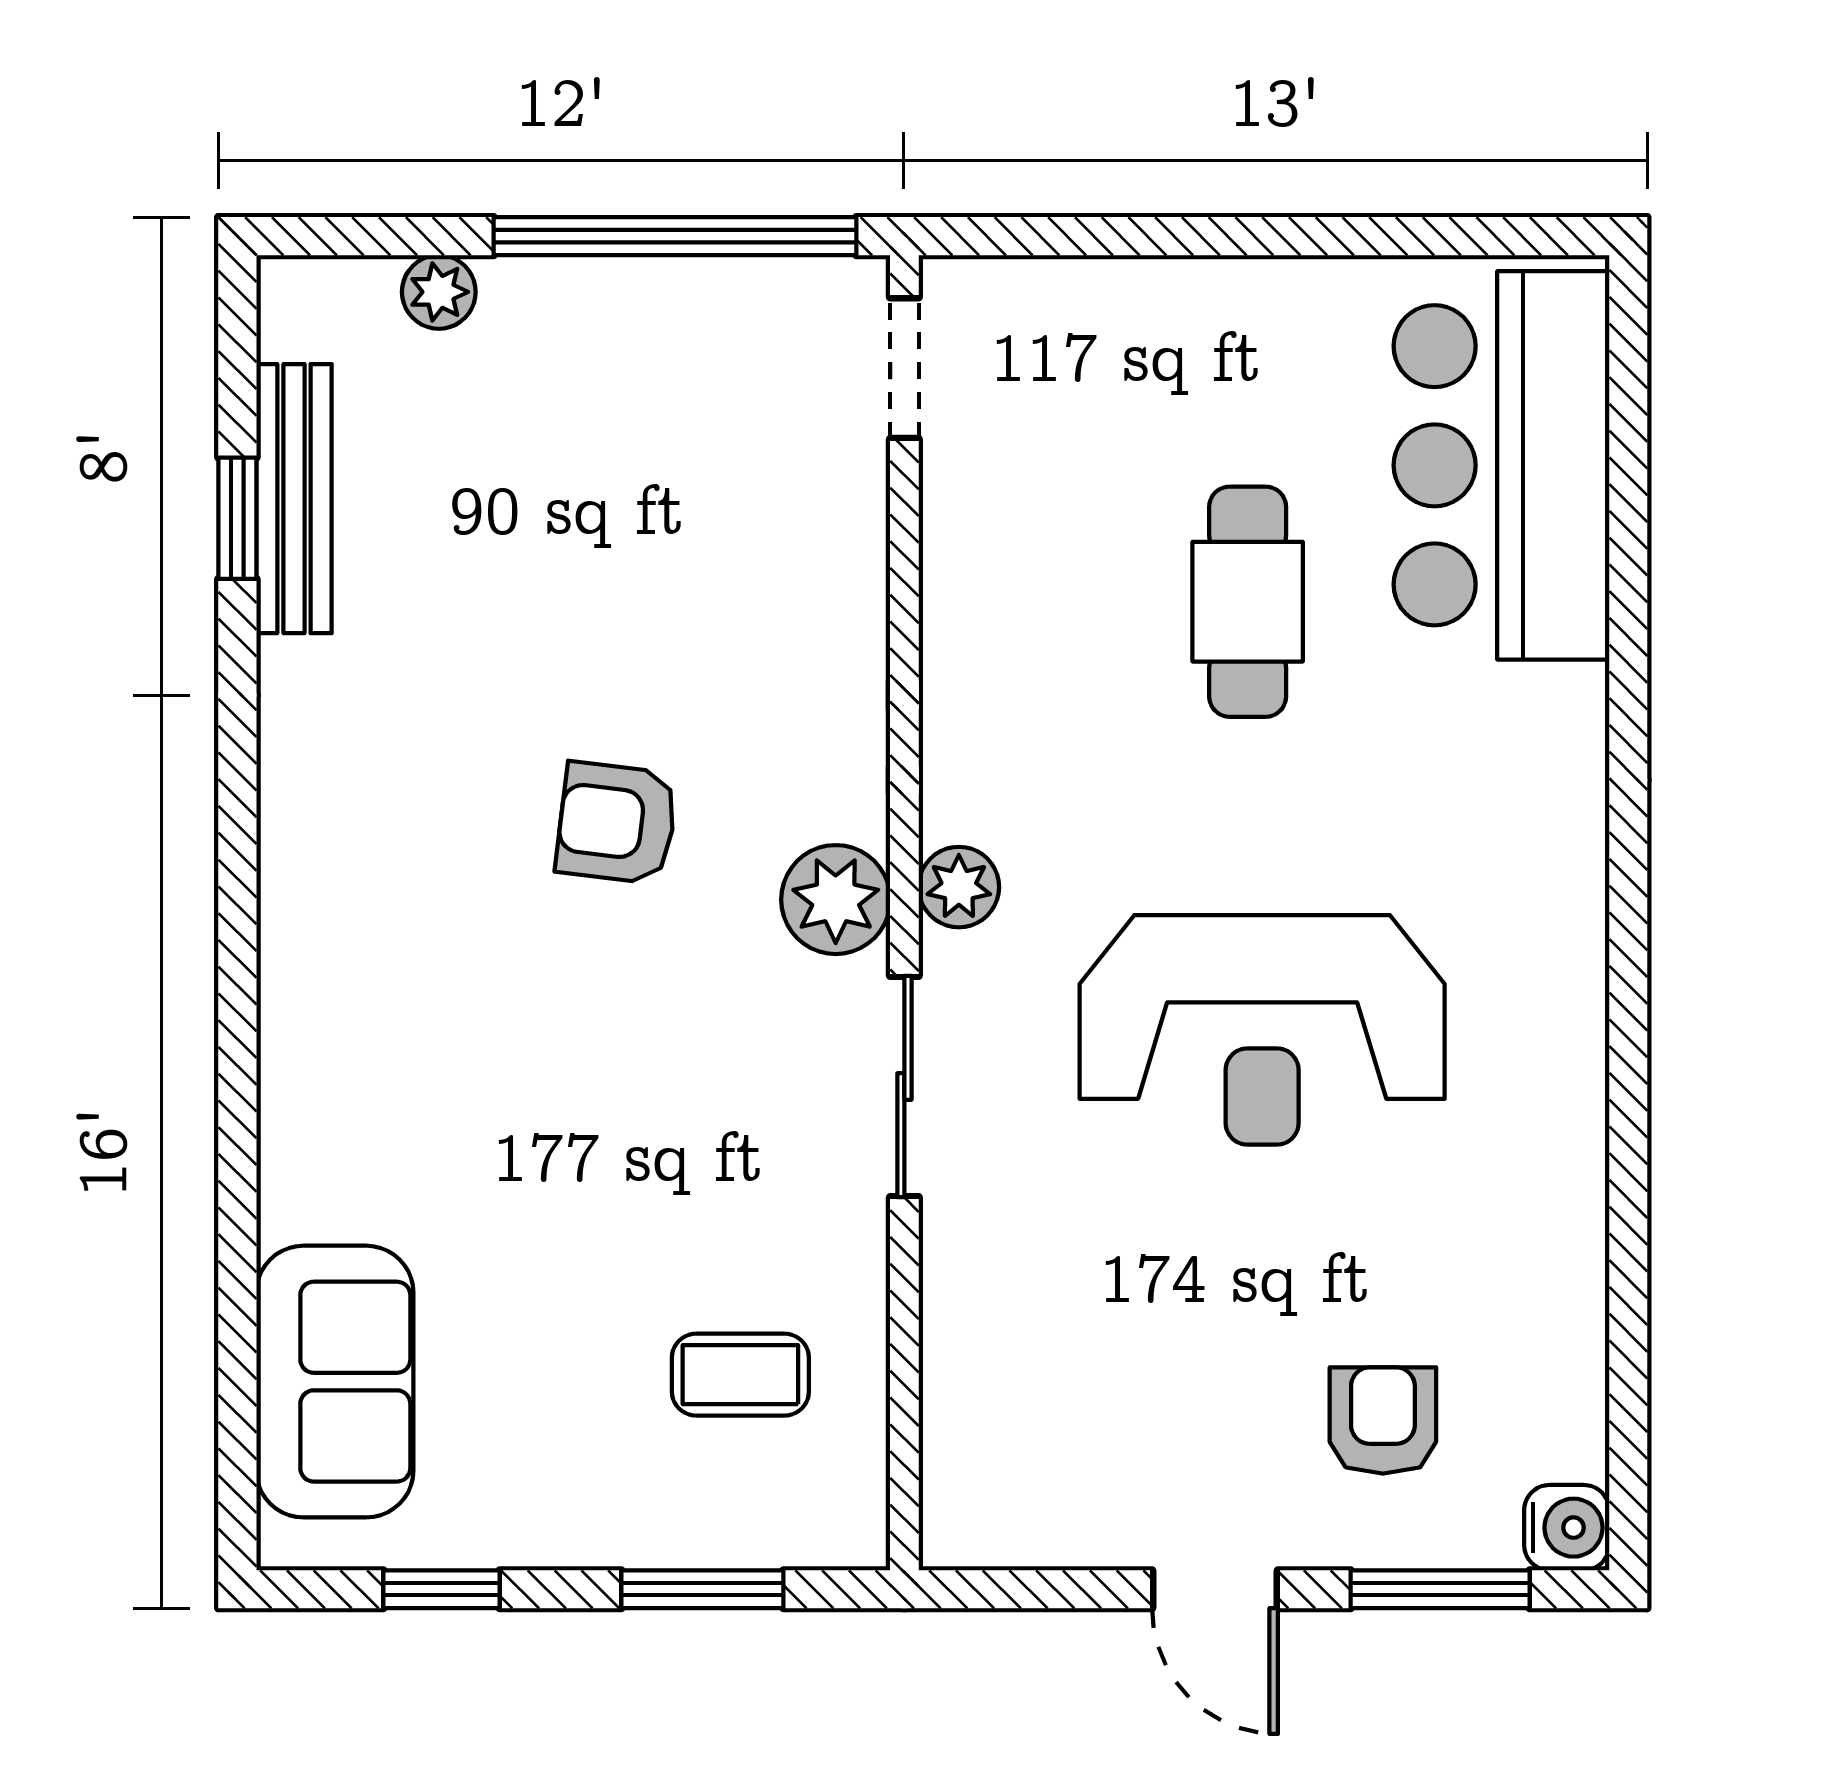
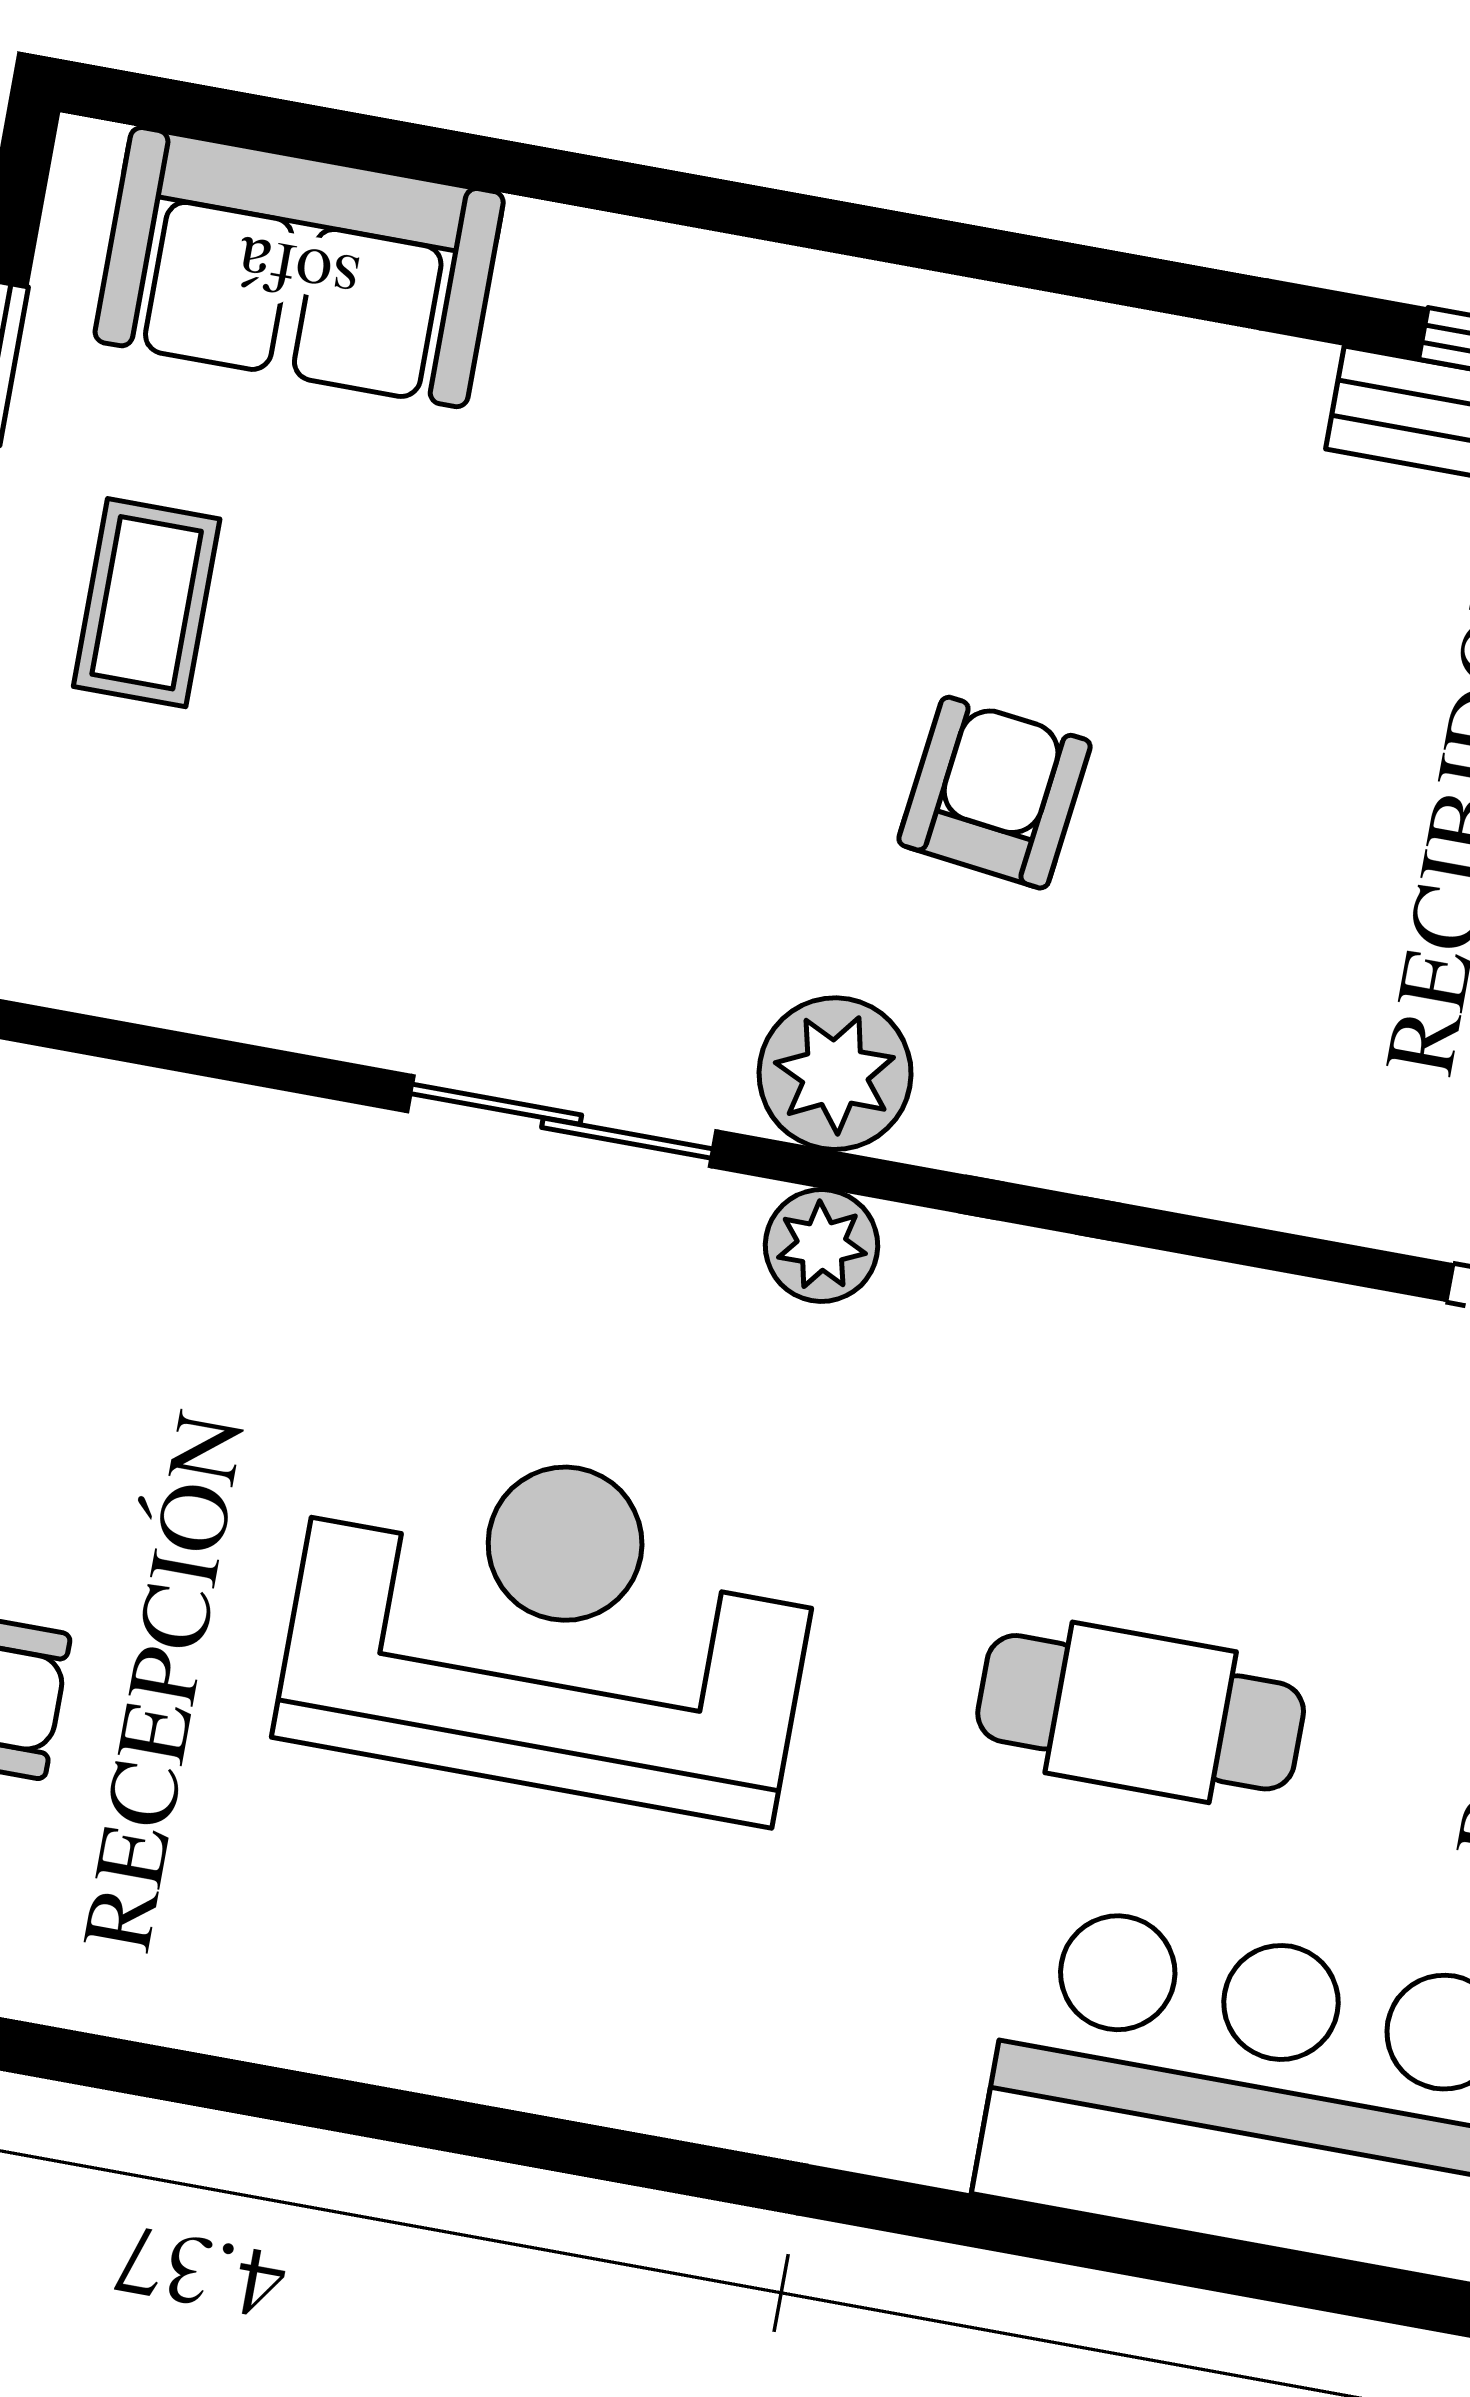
reception desk: (1262, 1030) -> (550, 1626), turned 90
coffee table: (740, 1375) -> (147, 603), moved

